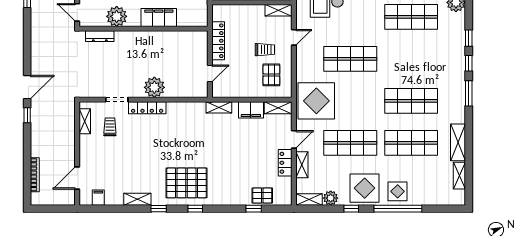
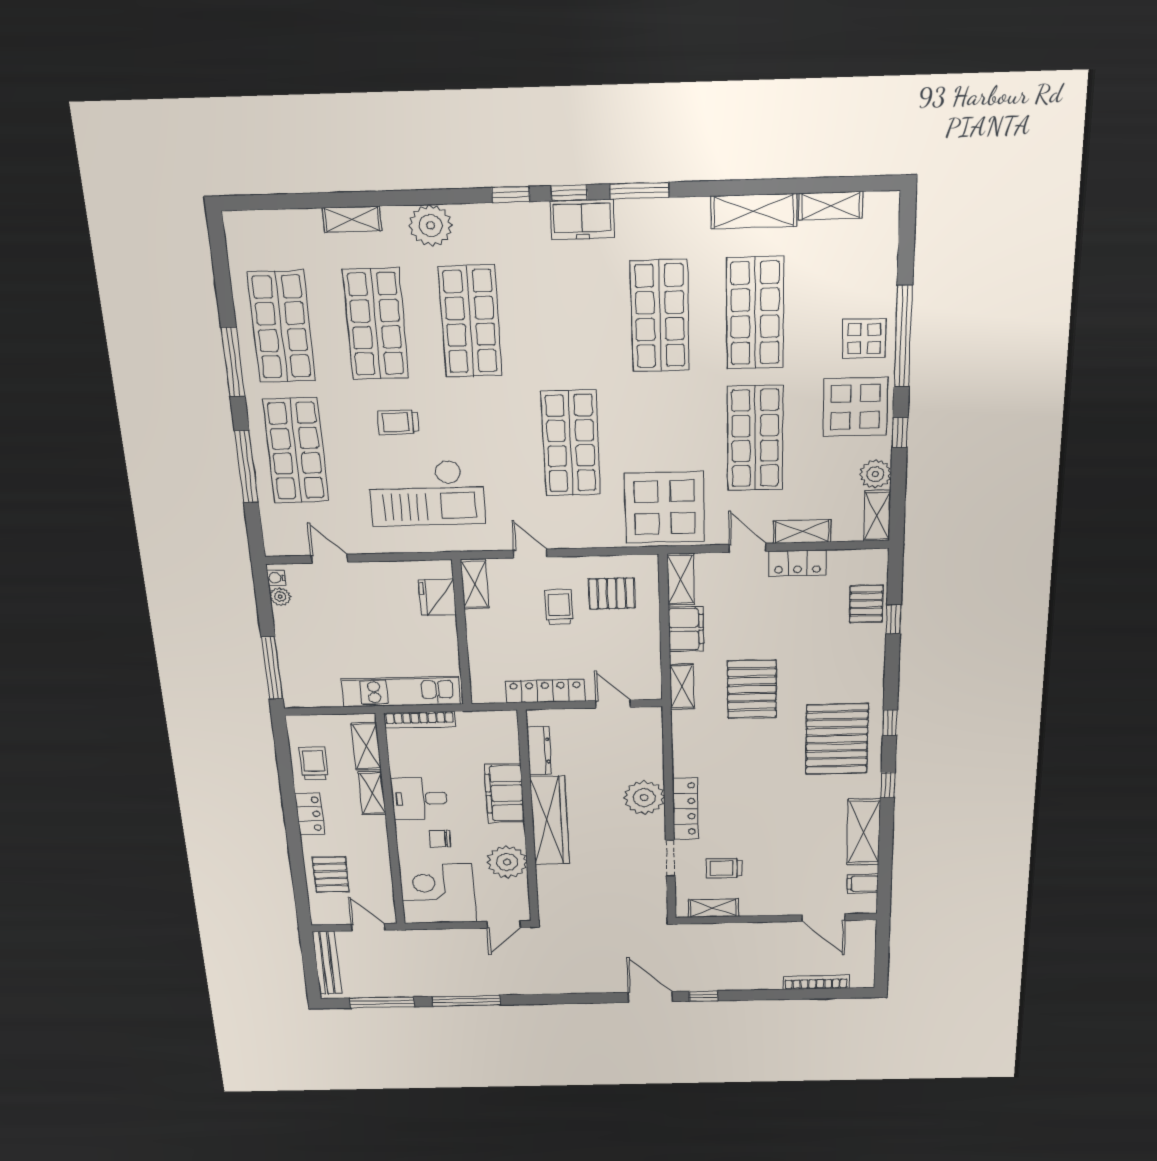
dresser: (100, 36) -> (539, 751), moved
wardrobe: (142, 39) -> (550, 820), added
freezer: (457, 68) -> (582, 219), added
pallet: (216, 141) -> (752, 689), added
shelving: (137, 199) -> (864, 832), width x1.50, depth x1.33

